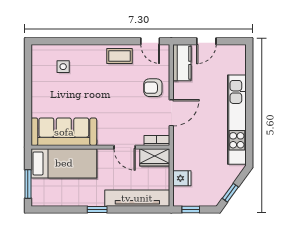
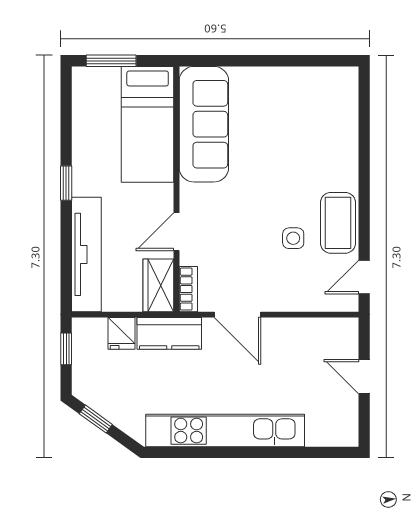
coffee table: (120, 56) -> (338, 223), width x1.36, depth x1.30
kitchen counter: (182, 63) -> (169, 333), moved
side table: (63, 67) -> (293, 238), moved
armchair: (153, 88) -> (282, 282), removed

